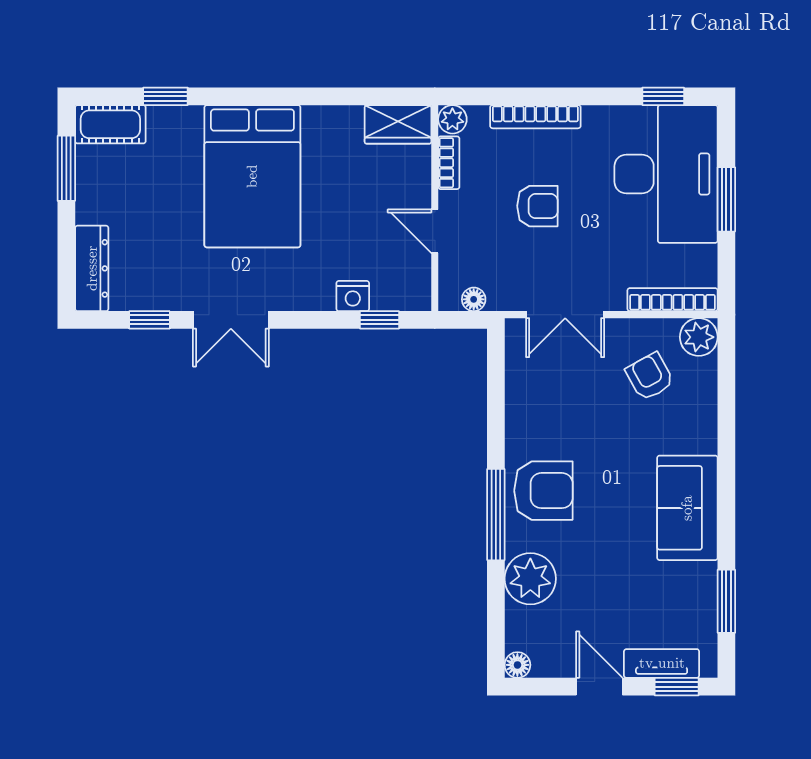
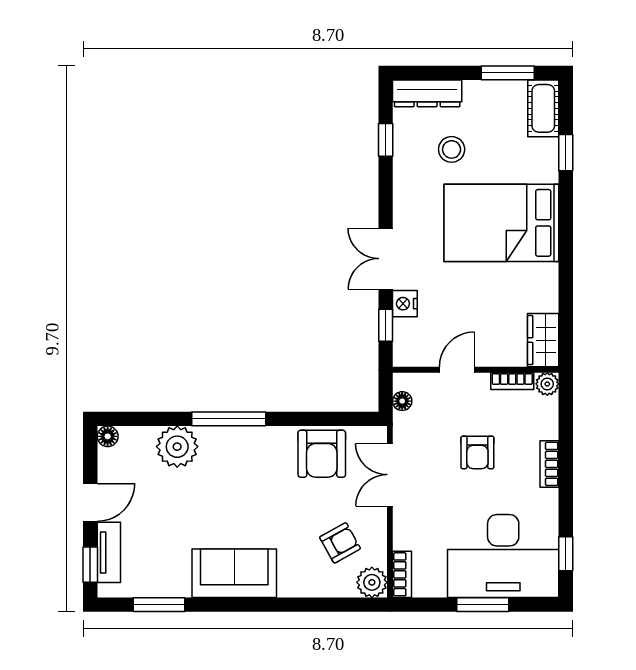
bookcase: (535, 117) -> (549, 464), width x0.64
stool: (161, 238) -> (452, 149), added
bookcase: (673, 300) -> (402, 574), width x0.64
double door: (231, 320) -> (386, 259), moved
armchair: (543, 491) -> (322, 454), moved

